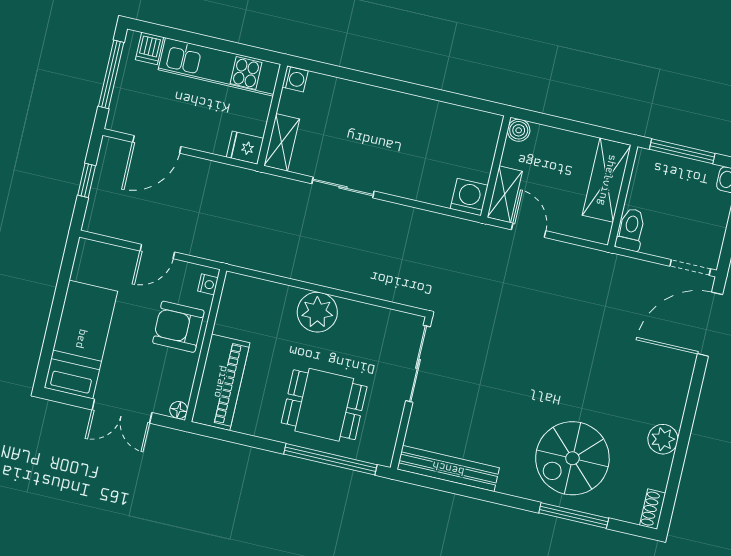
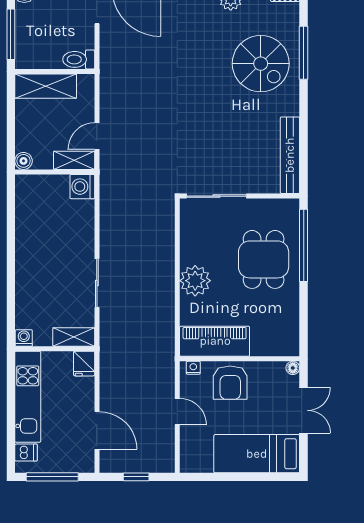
piano: (221, 382) -> (215, 341), moved

